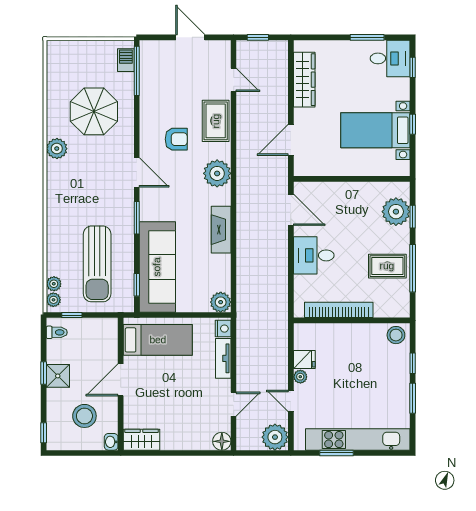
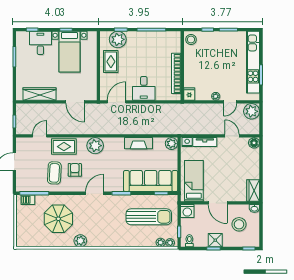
desk: (390, 58) -> (40, 43), moved
coffee table: (171, 105) -> (54, 173), added
fireplace: (221, 230) -> (139, 143), moved
rug: (387, 266) -> (111, 62), moved
washing machine: (107, 329) -> (187, 211), added
fridge: (304, 359) -> (189, 94), moved

